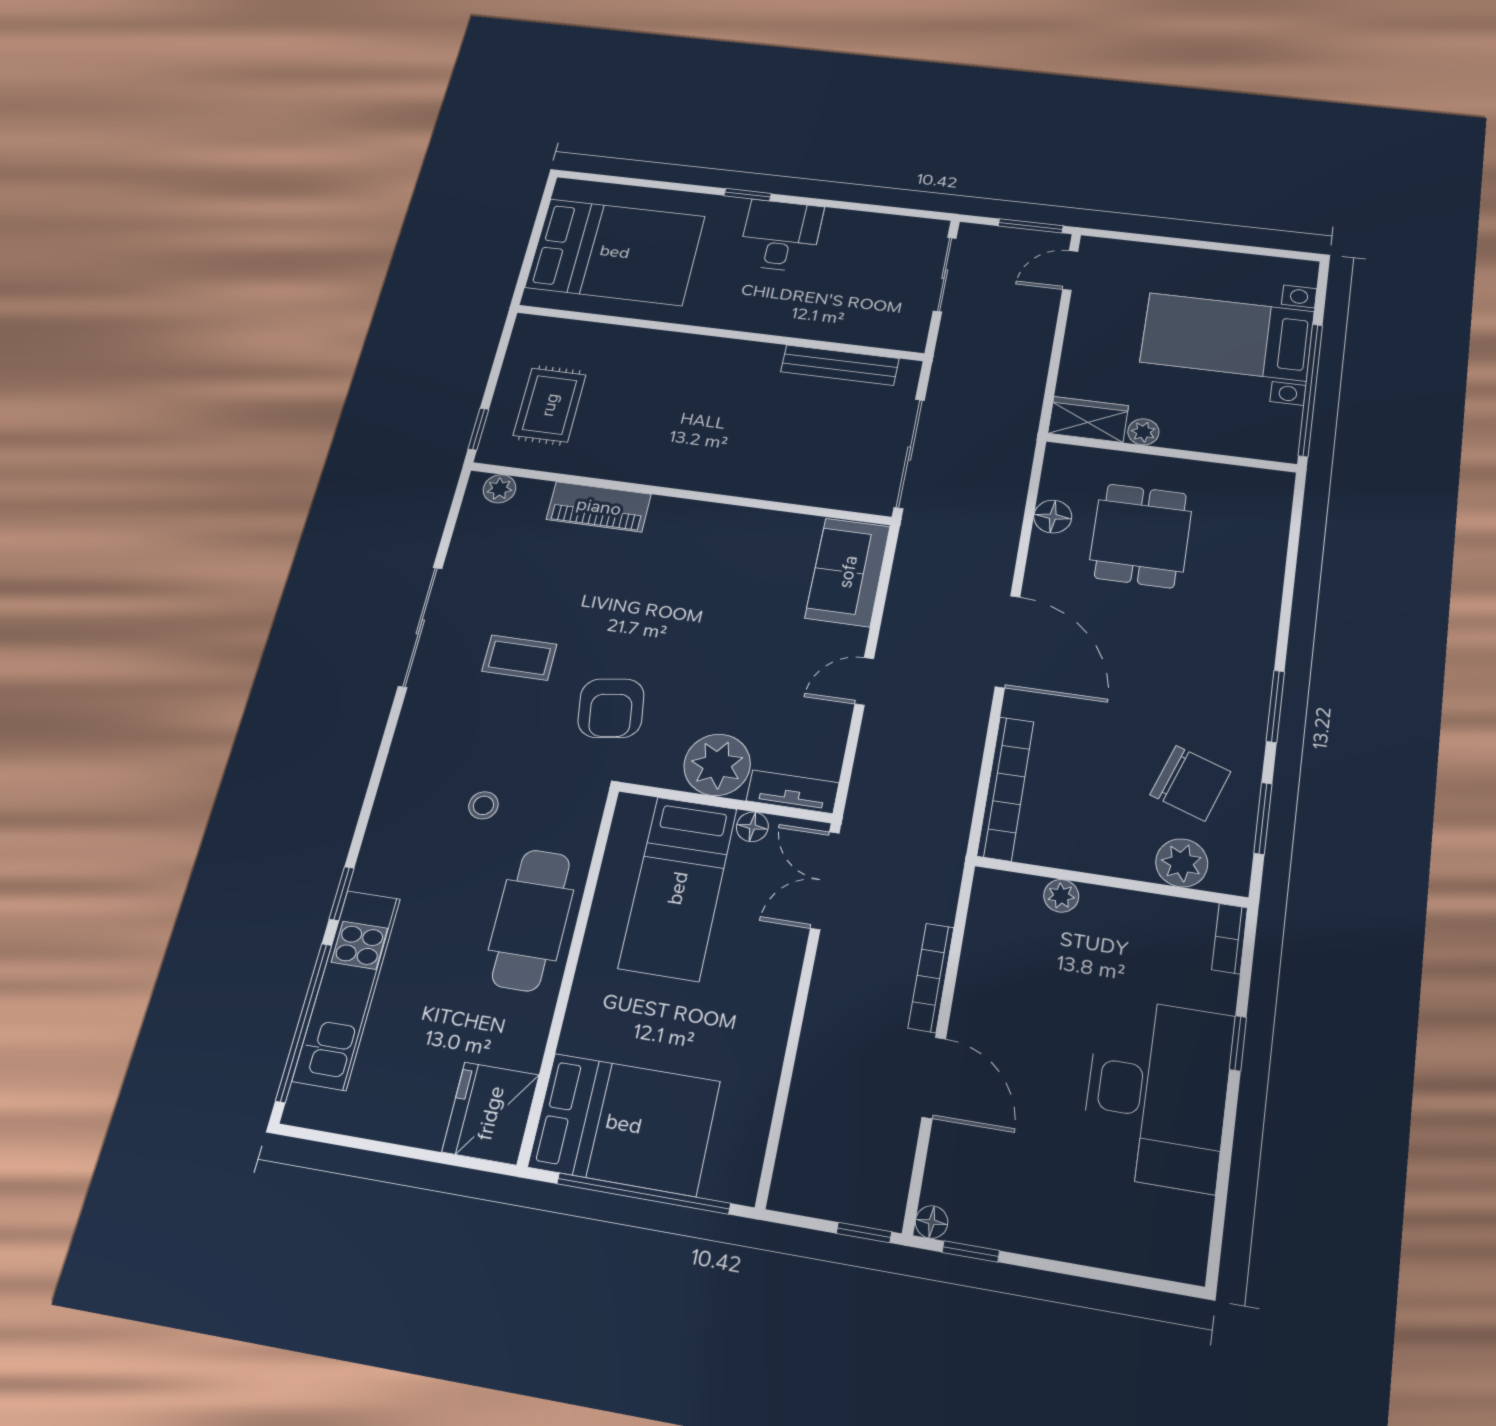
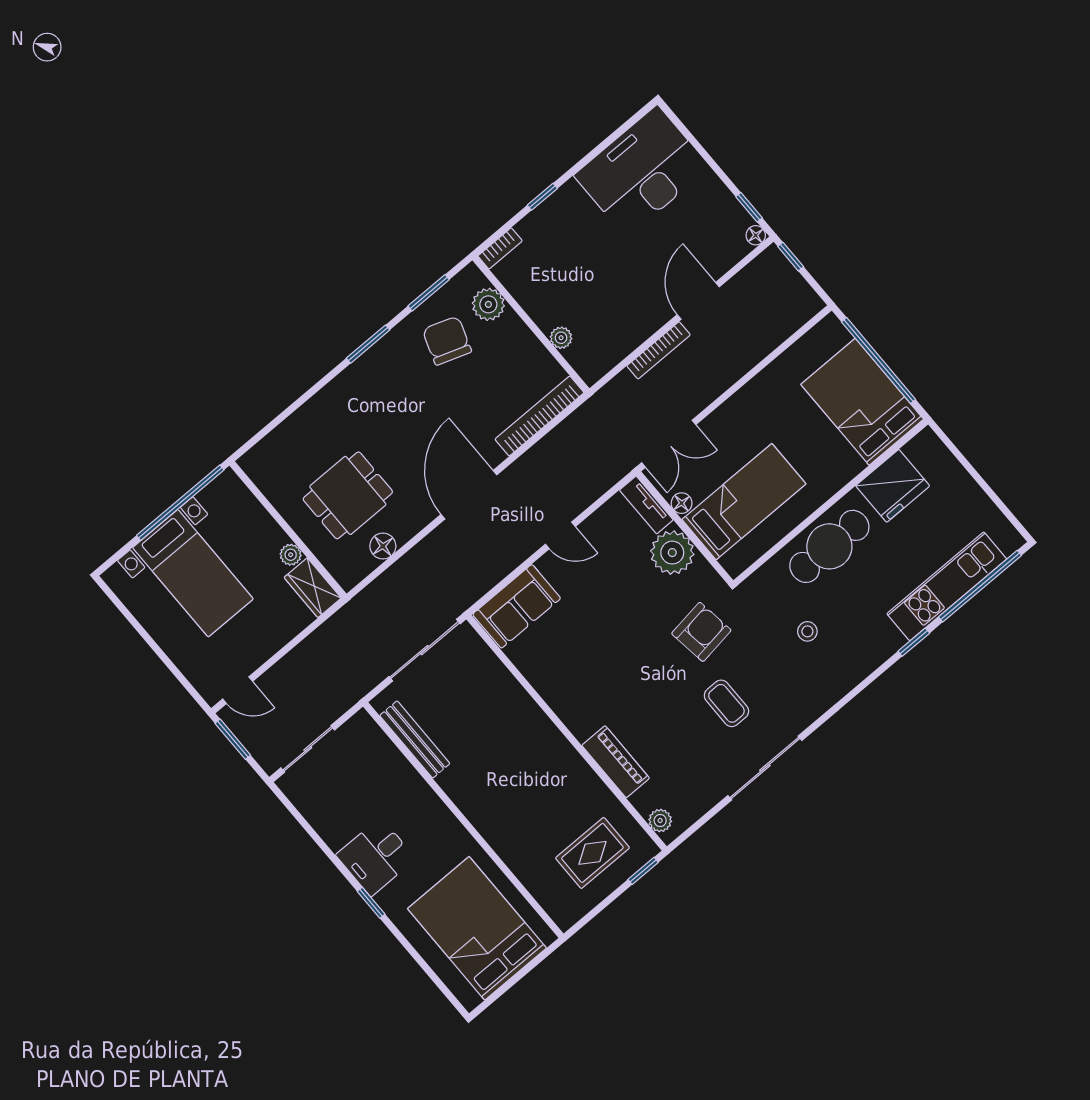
desk: (1157, 1093) -> (642, 171), moved
fridge: (491, 1113) -> (893, 486), moved

